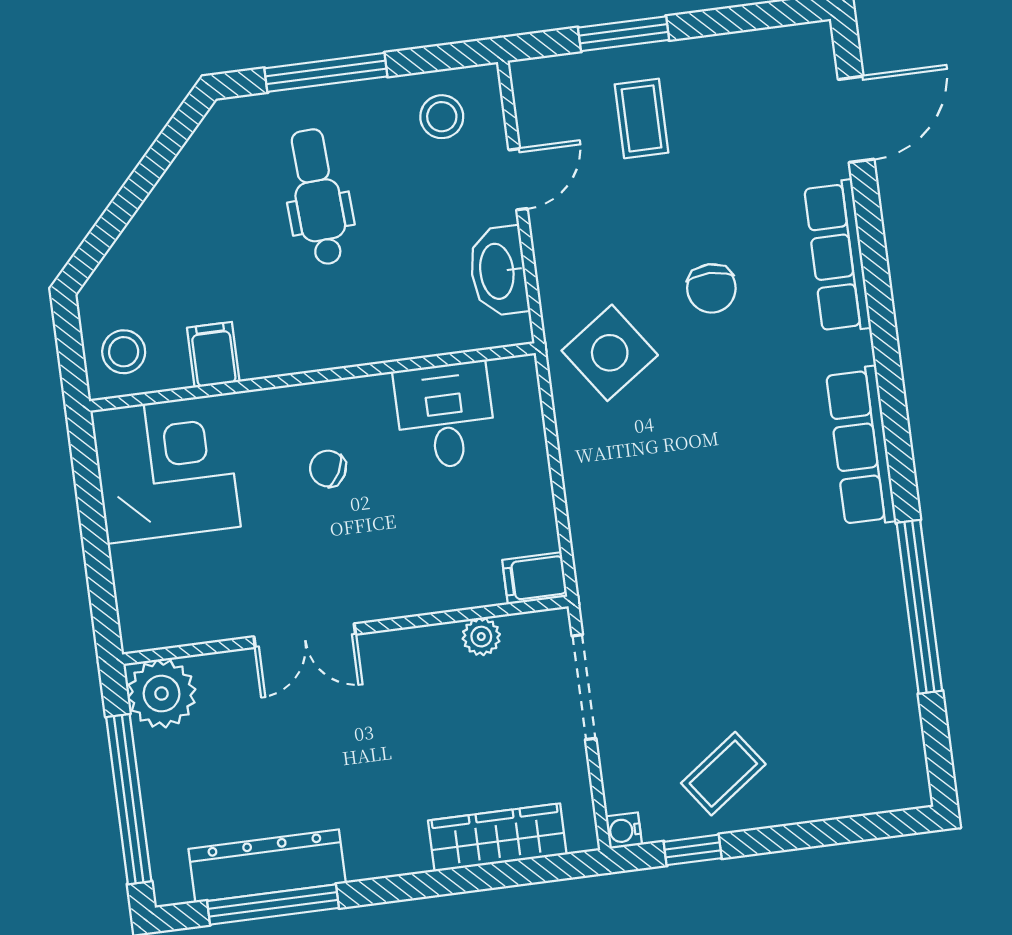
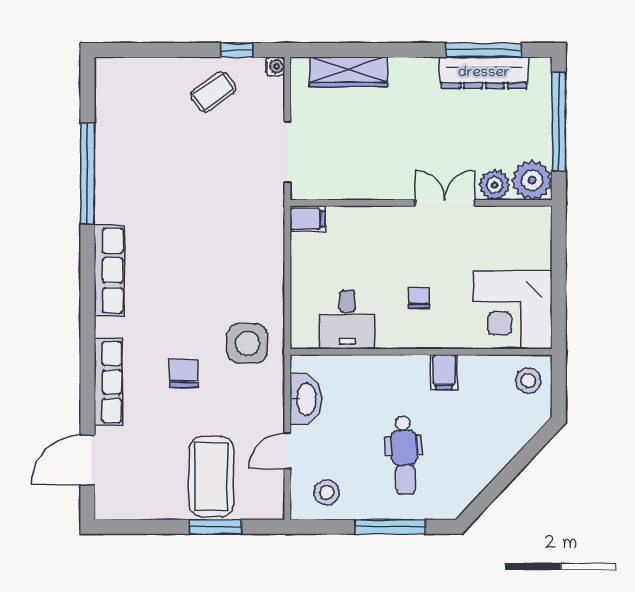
coffee table: (642, 118) -> (211, 477), width x1.86, depth x1.72
side table: (610, 353) -> (247, 343), turned 35
filing cabinet: (213, 355) -> (444, 372), moved
chair: (328, 469) -> (419, 298), turned -118
plant: (481, 637) -> (495, 185), moved, width x1.38, depth x1.38

